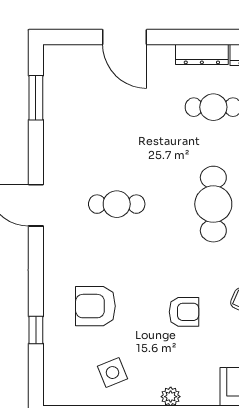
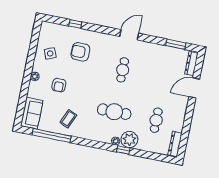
dresser: (202, 54) -> (191, 64), moved
armchair: (95, 306) -> (80, 52), turned -90
armchair: (184, 312) -> (59, 85), moved

